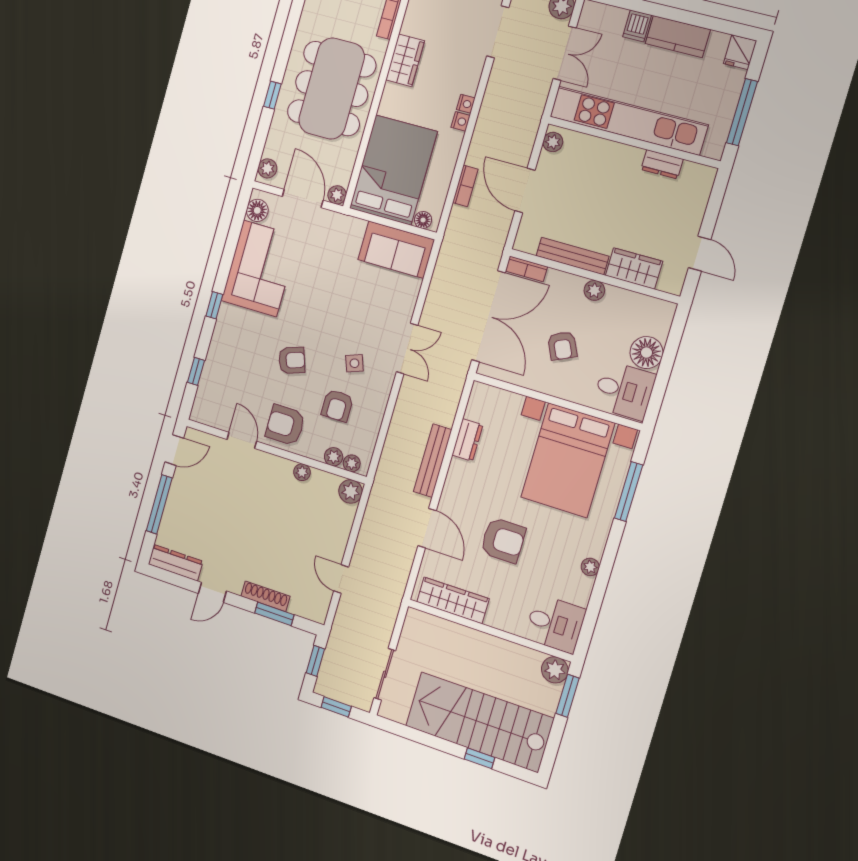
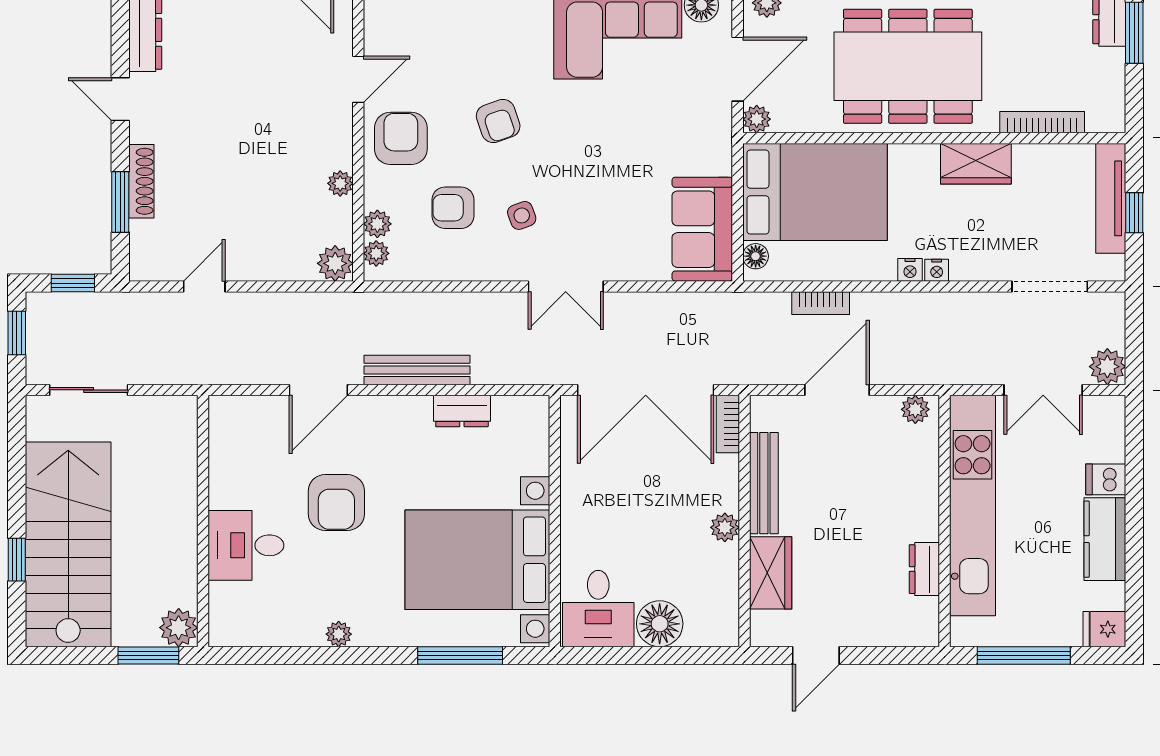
armchair: (562, 346) -> (635, 506), removed
wardrobe: (453, 600) -> (228, 457), removed
desk: (555, 624) -> (246, 545), moved, turned 90

